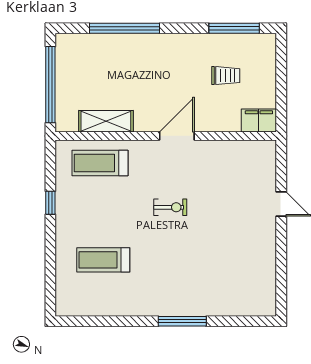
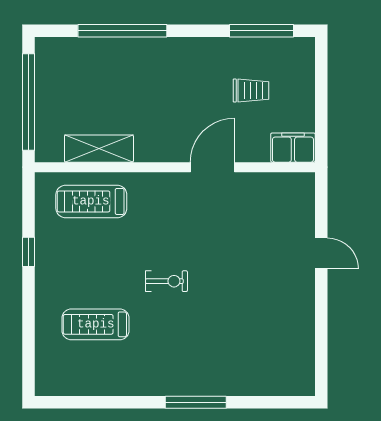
door: (177, 136) -> (212, 167), moved
exercise bike: (170, 207) -> (166, 281), moved

